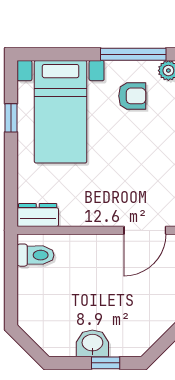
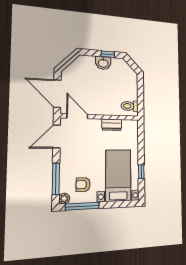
dresser: (38, 215) -> (112, 125), moved
door: (145, 230) -> (77, 116), hinge flipped
window: (106, 363) -> (108, 54), moved

